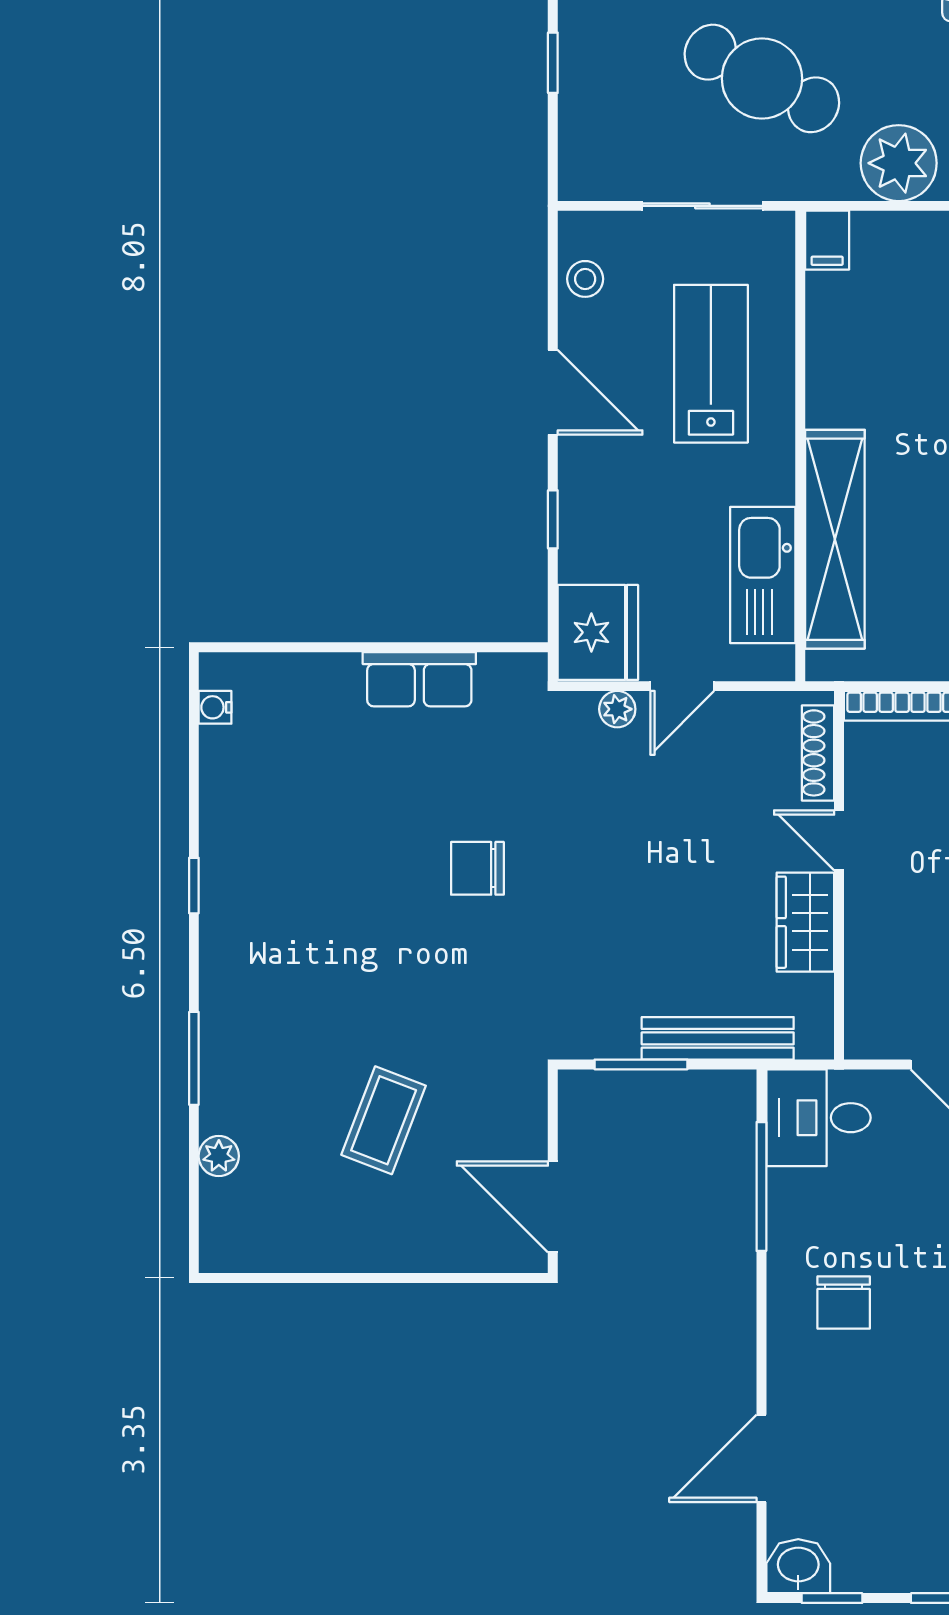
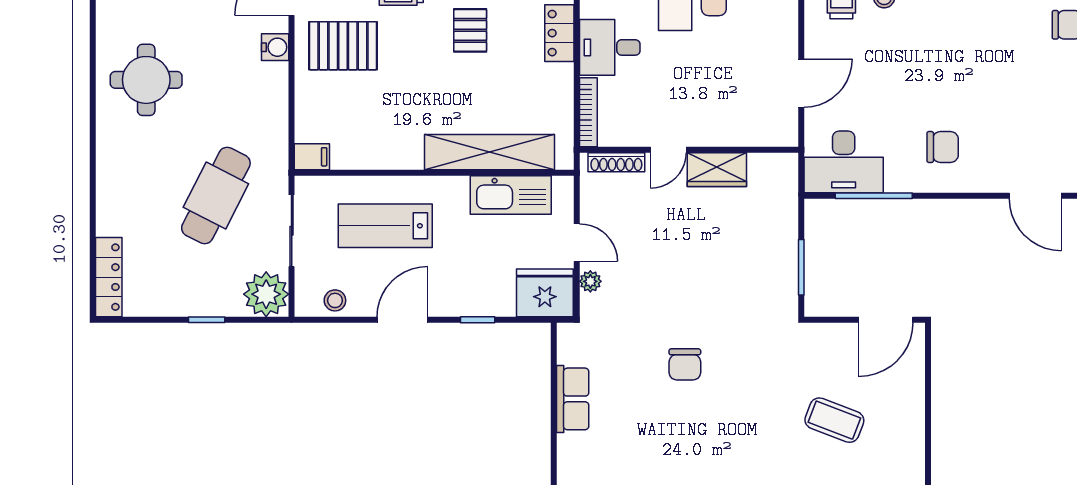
plant: (899, 163) -> (266, 294), moved
bench: (718, 1038) -> (786, 222), removed
desk: (818, 1118) -> (844, 162), width x1.37

